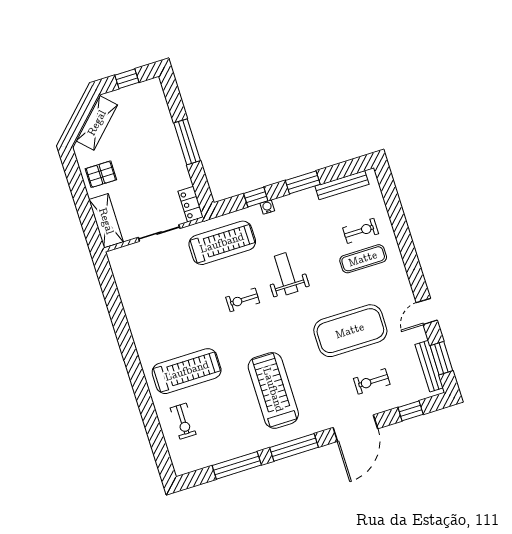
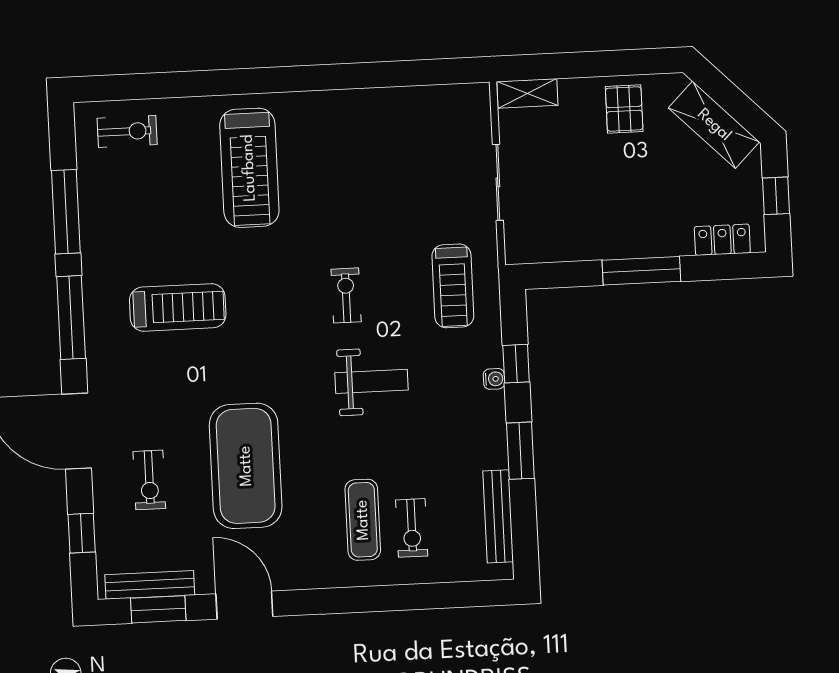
locker: (191, 204) -> (722, 240), moved
shelving: (106, 221) -> (527, 93), width x0.67, depth x0.75
treadmill: (222, 243) -> (453, 286), width x0.73, depth x0.73
door: (427, 311) -> (244, 605), width x1.38
exercise bike: (372, 381) -> (149, 480), turned 180
treadmill: (273, 390) -> (178, 307), width x0.73, depth x0.73
exercise bike: (183, 421) -> (127, 131), moved, turned 180

